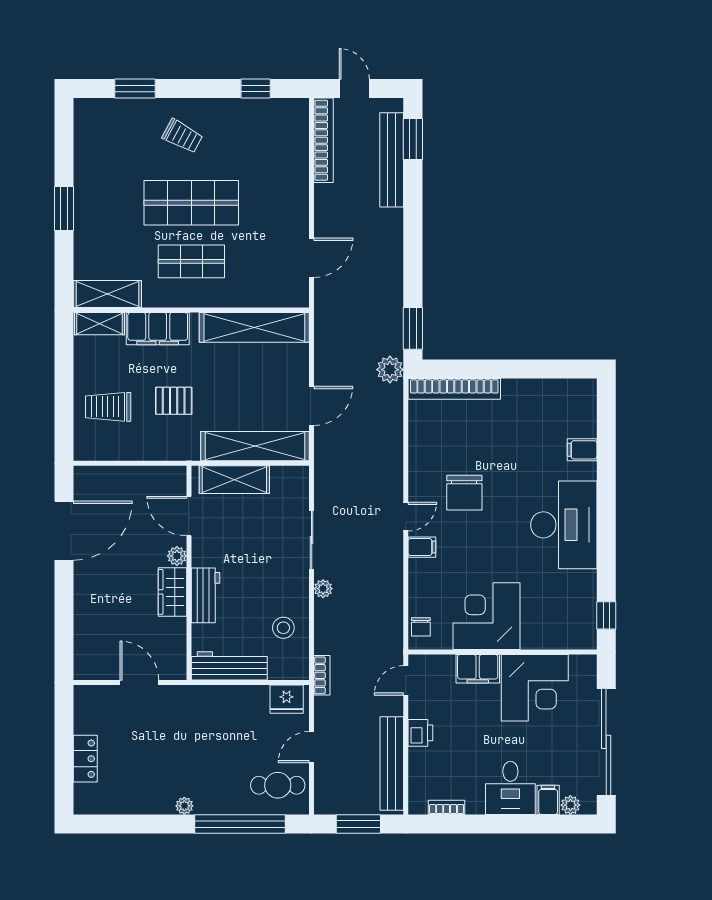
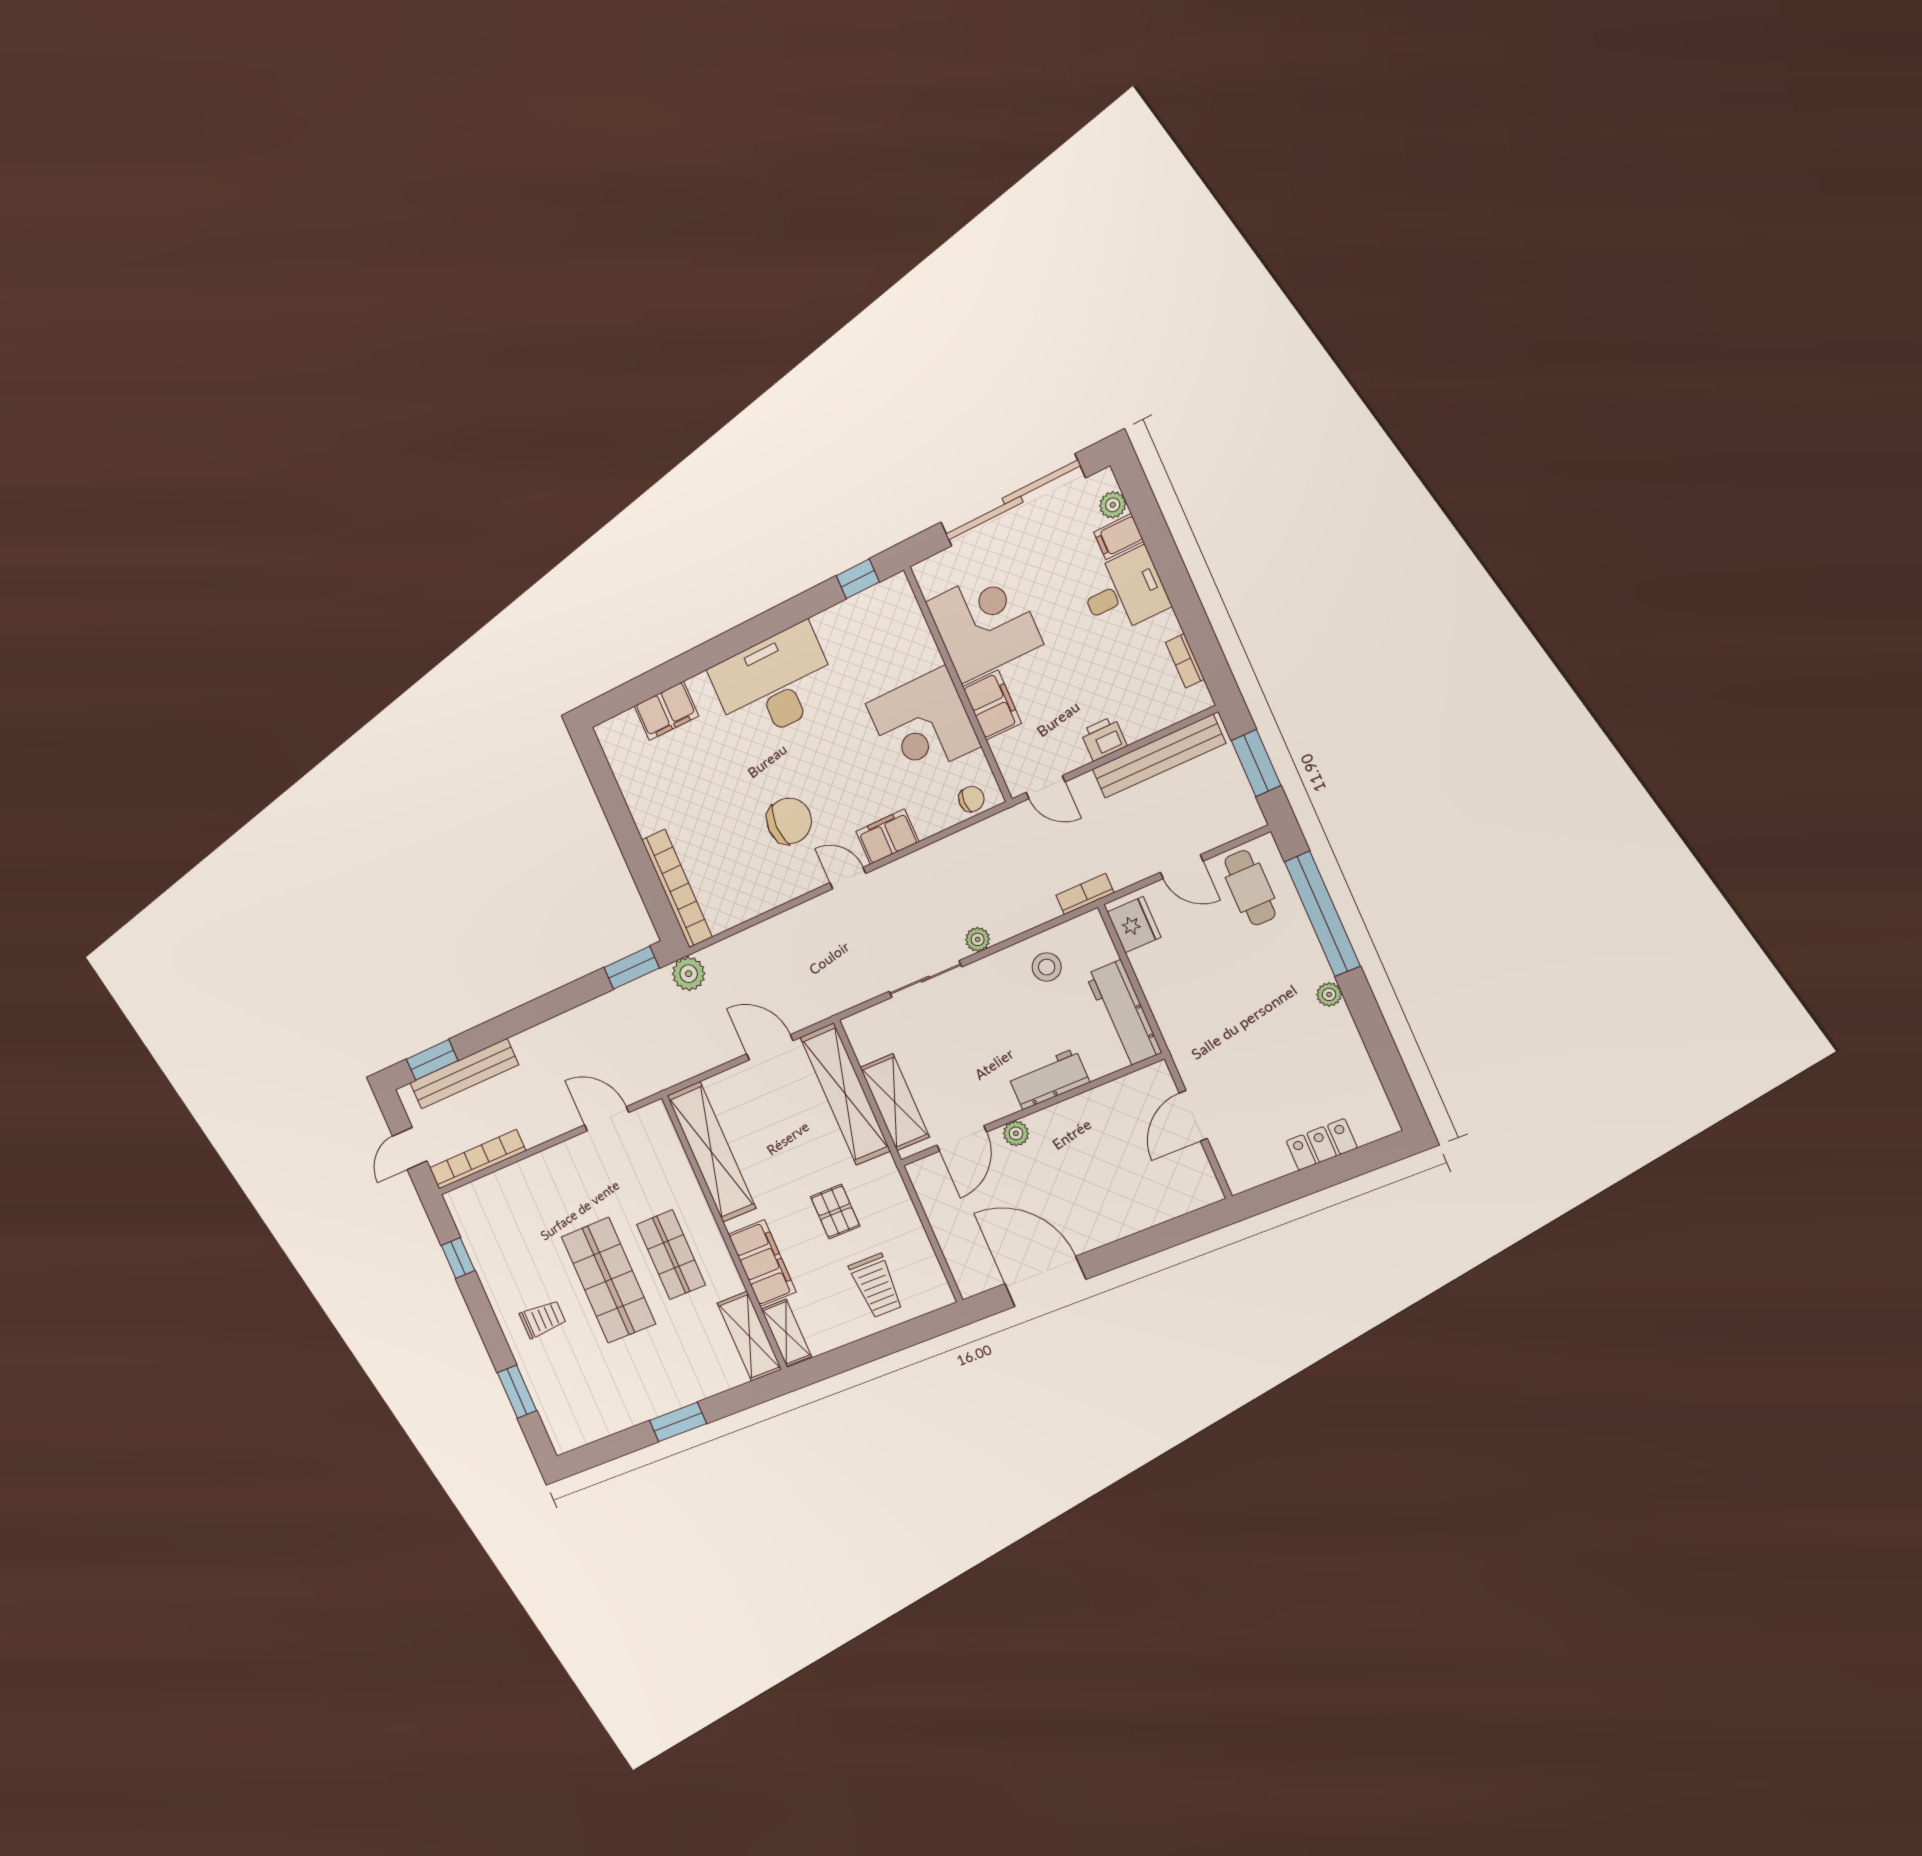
trolley: (182, 136) -> (543, 1319), turned 62
filing cabinet: (582, 450) -> (666, 711), width x2.00
filing cabinet: (422, 547) -> (887, 837), width x2.00
wardrobe: (172, 592) -> (1062, 1121), removed

